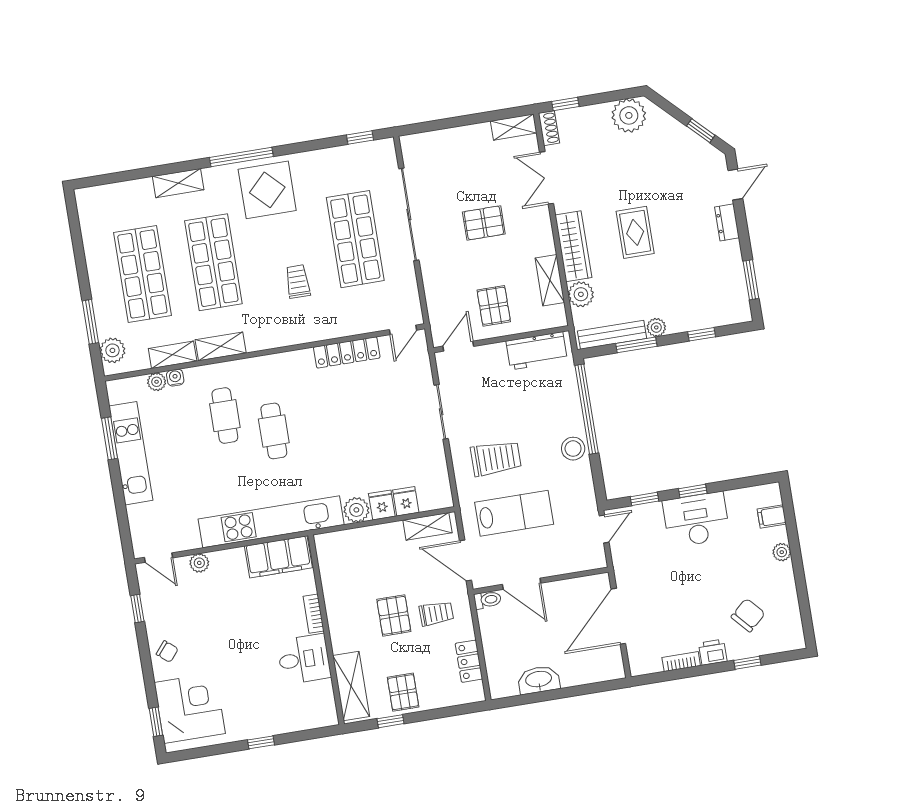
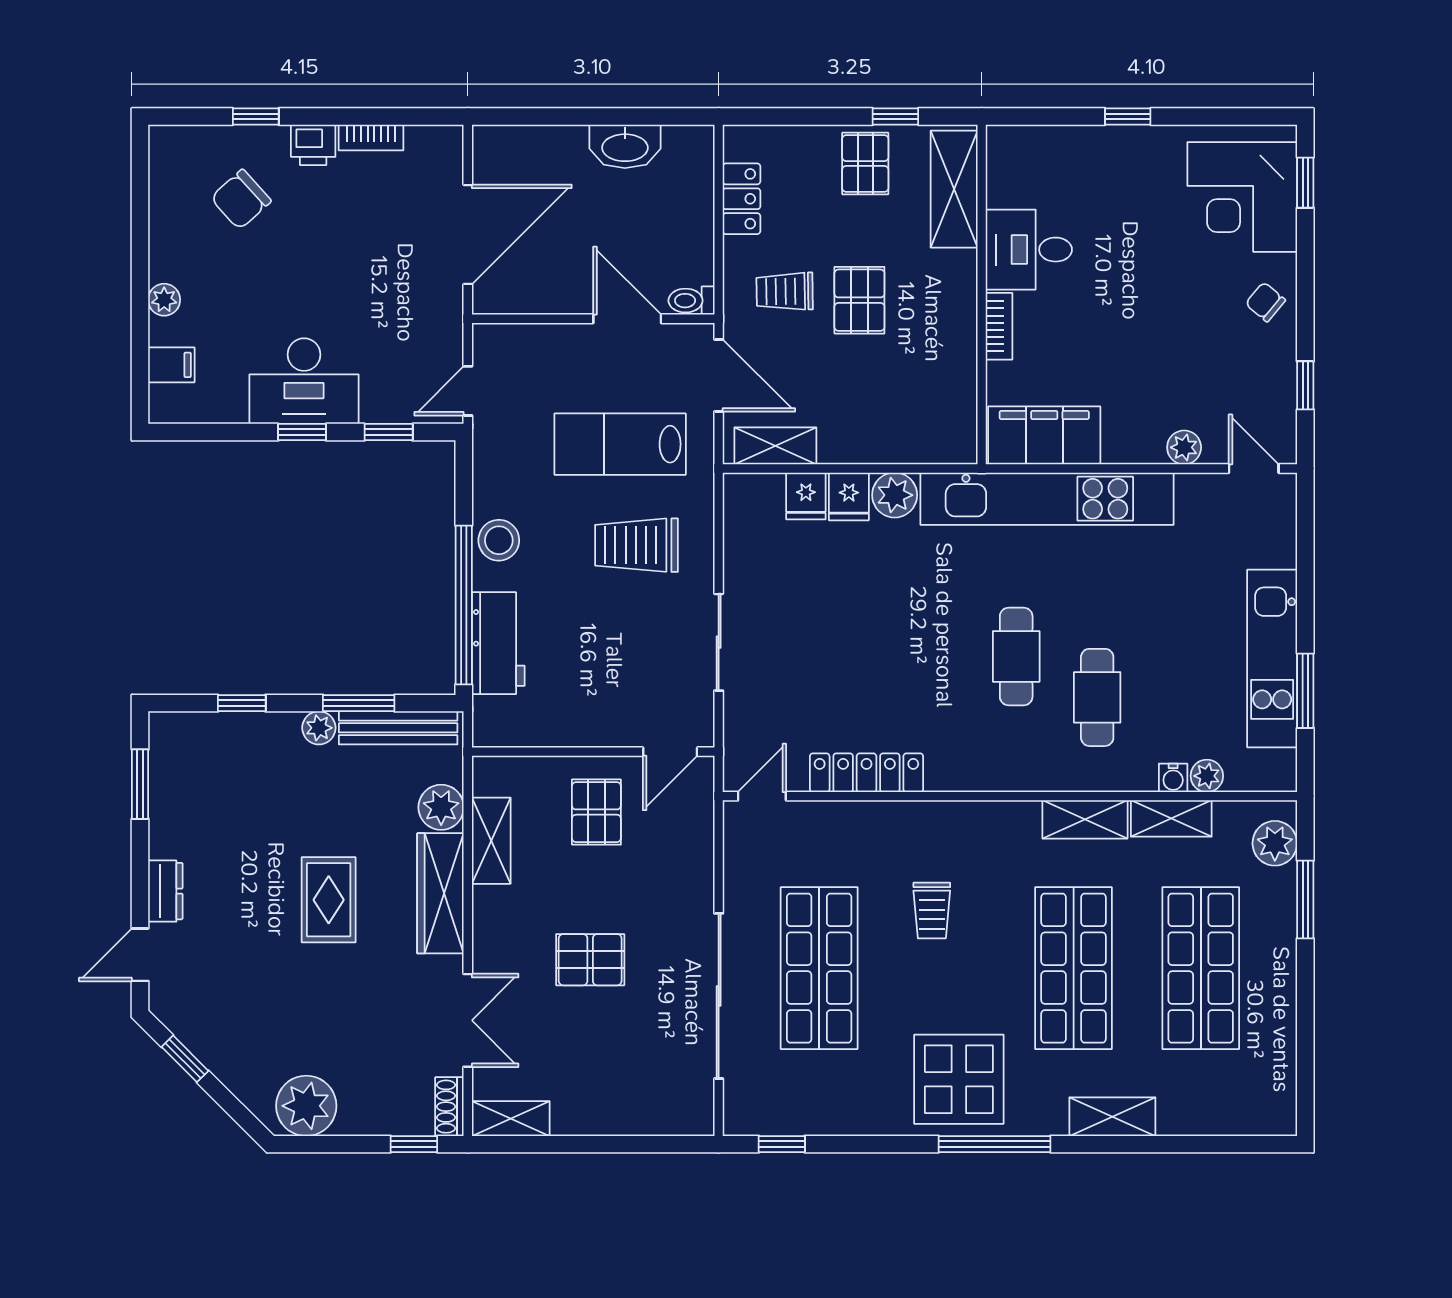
workbench: (537, 351) -> (498, 643), moved, turned 90

